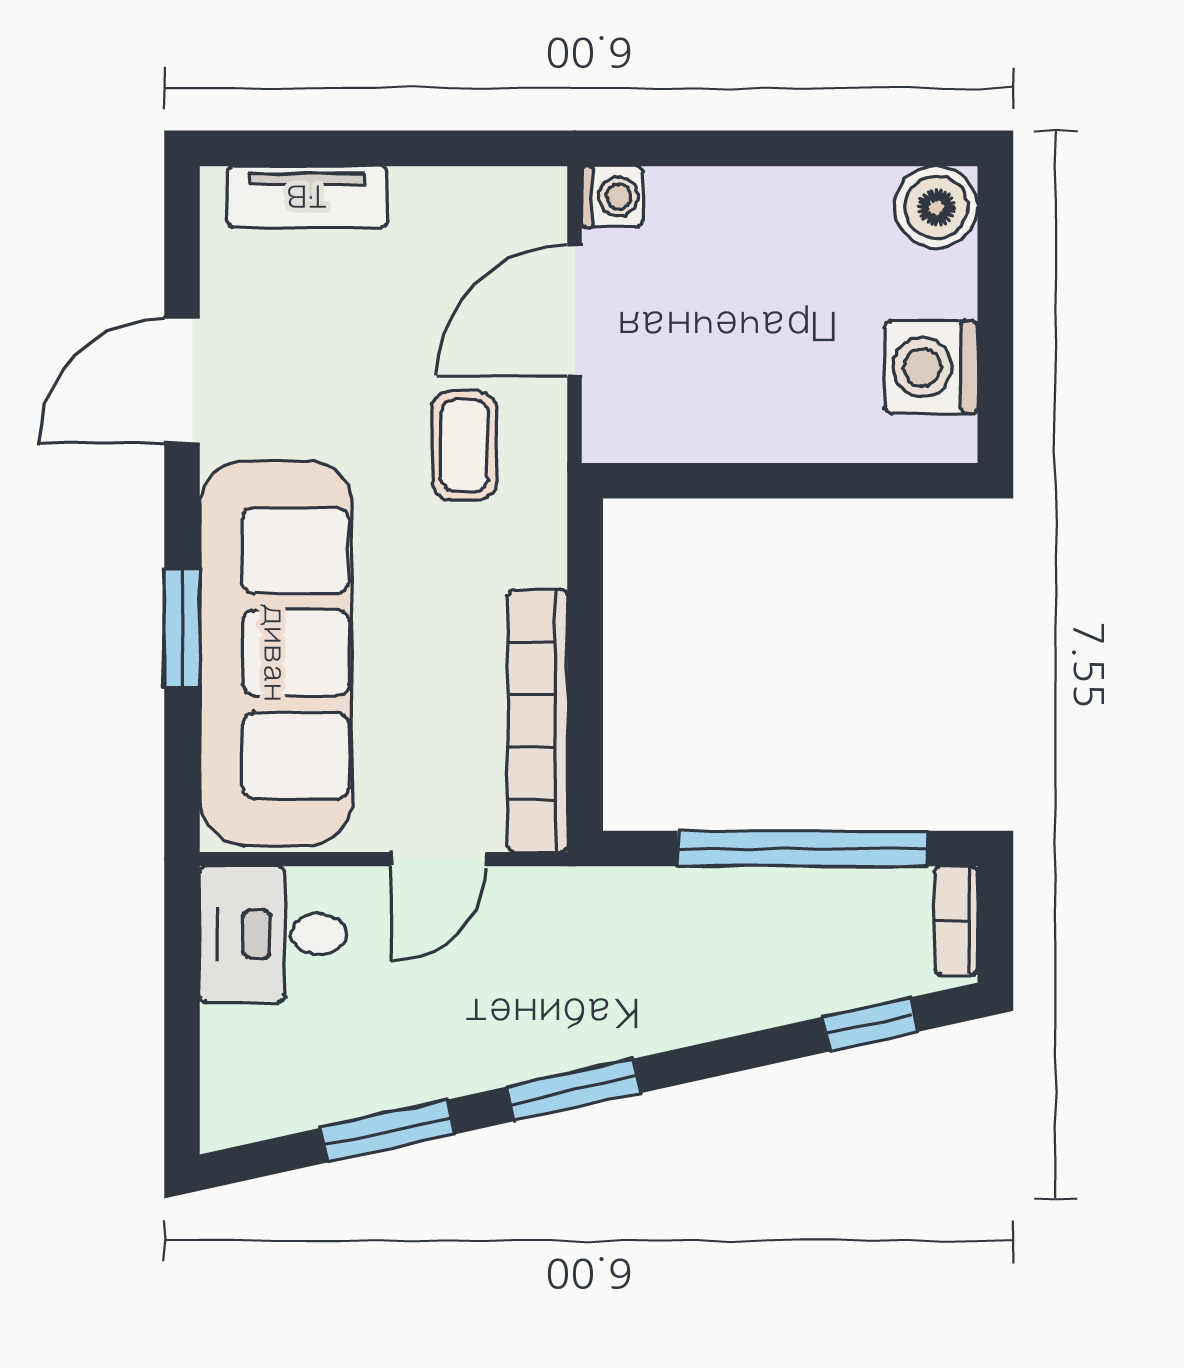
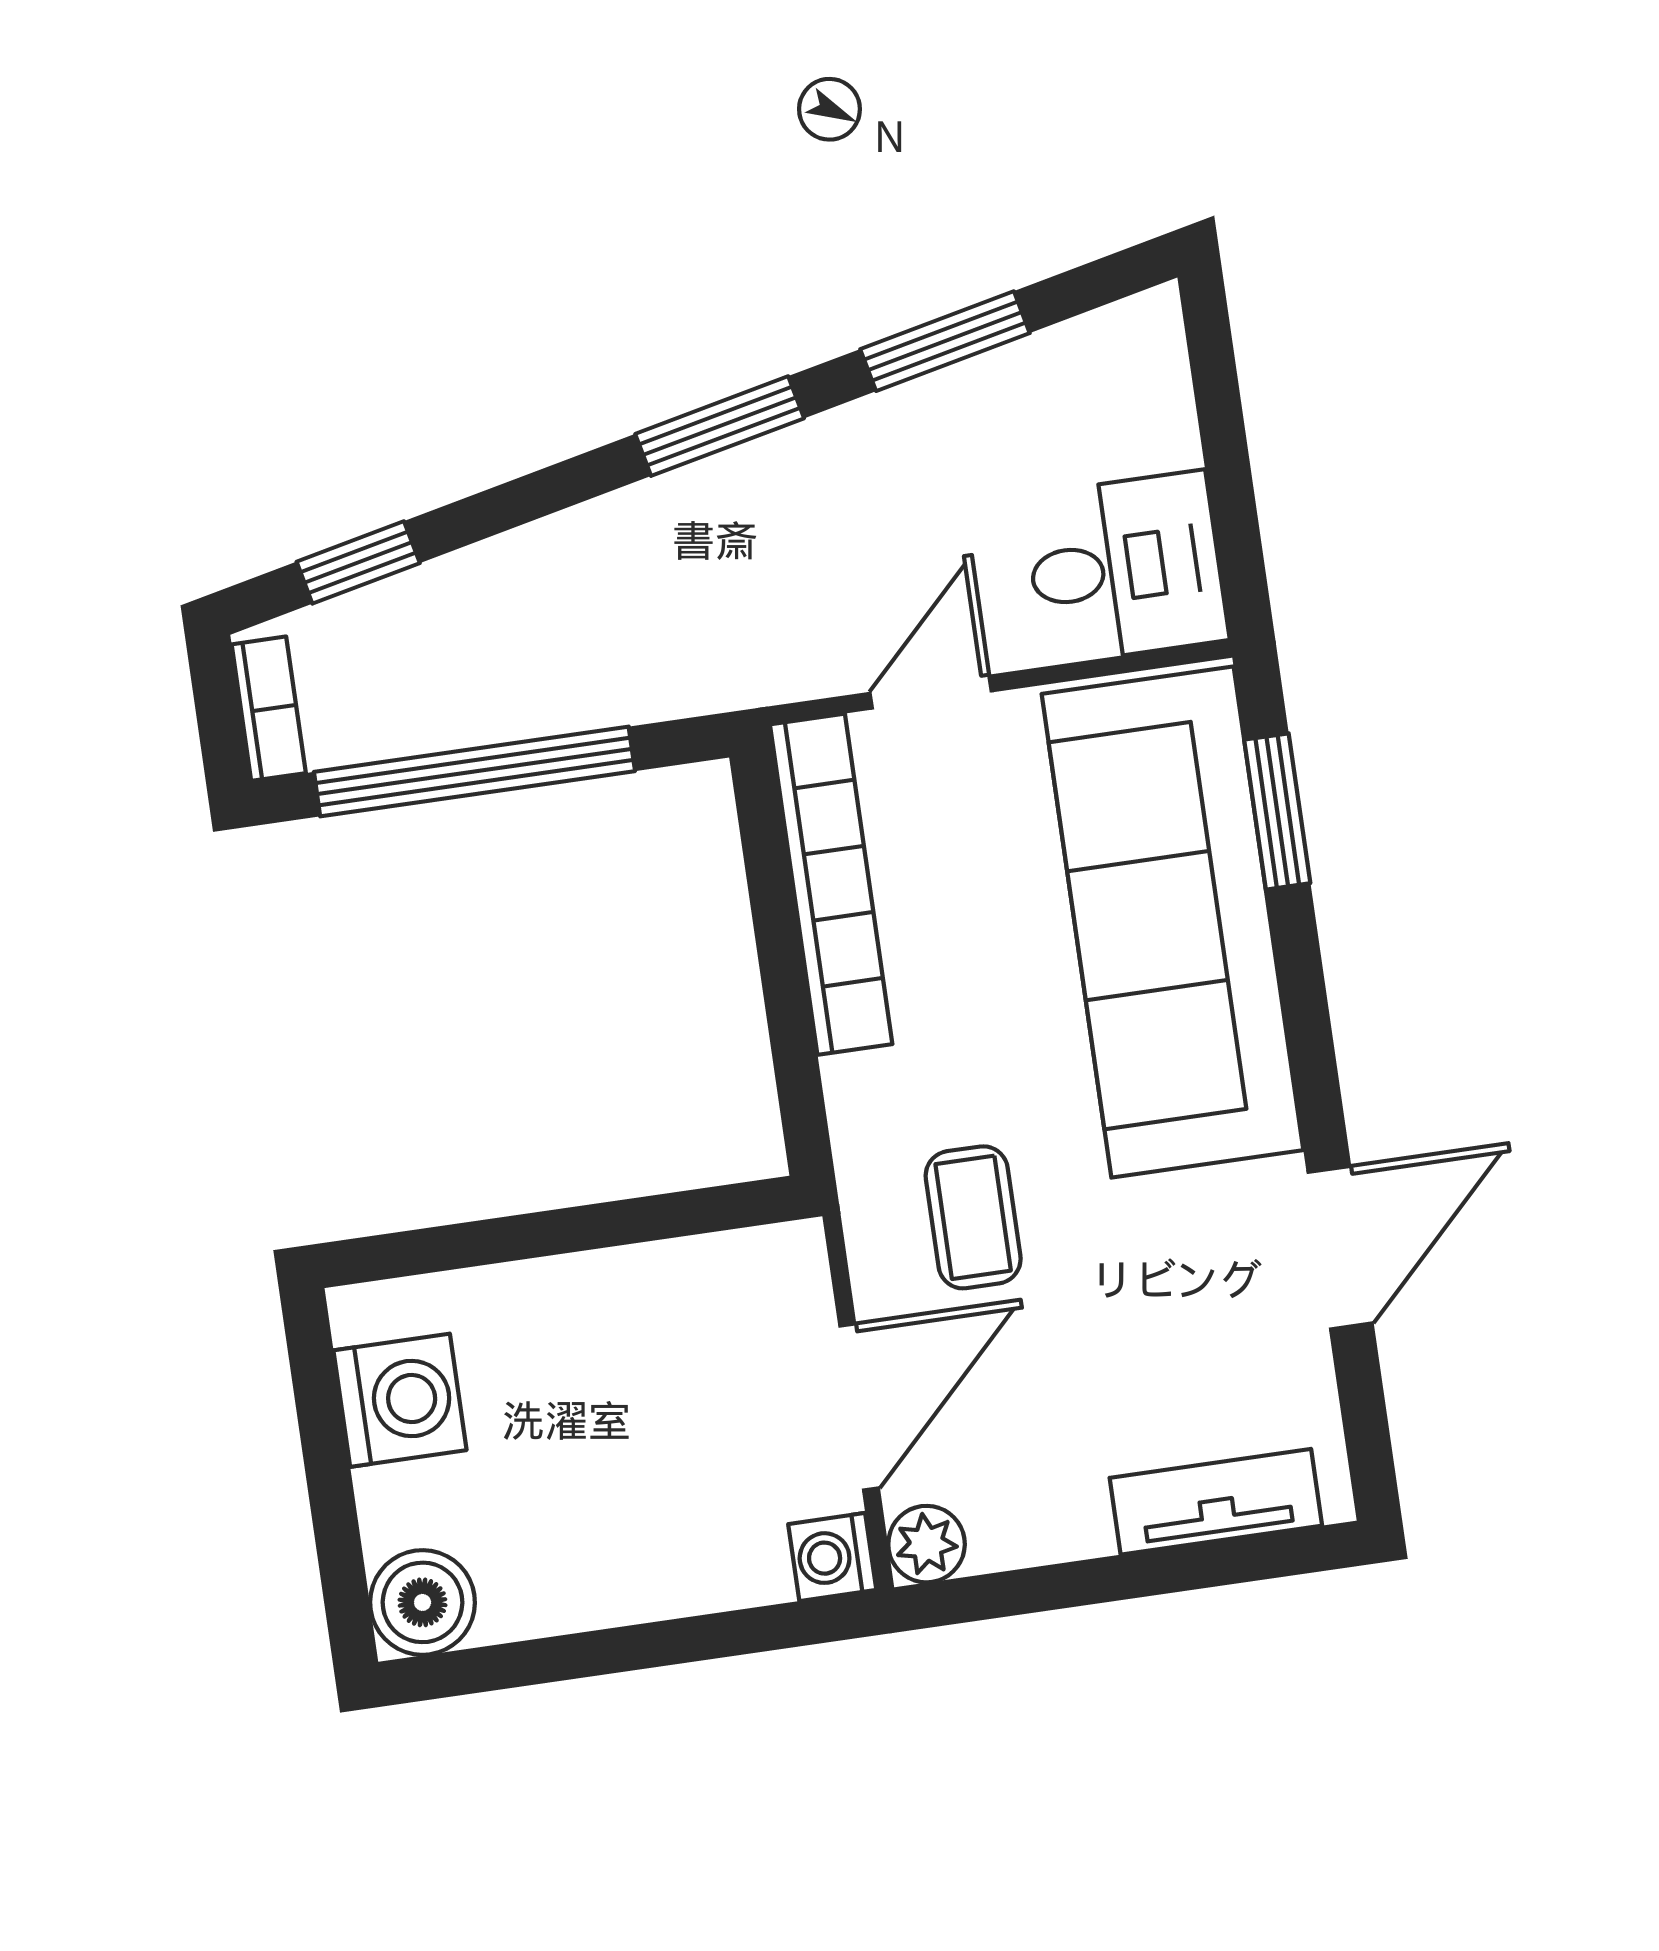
plant: (537, 196) -> (927, 1544), added
window: (182, 629) -> (1277, 811), moved

